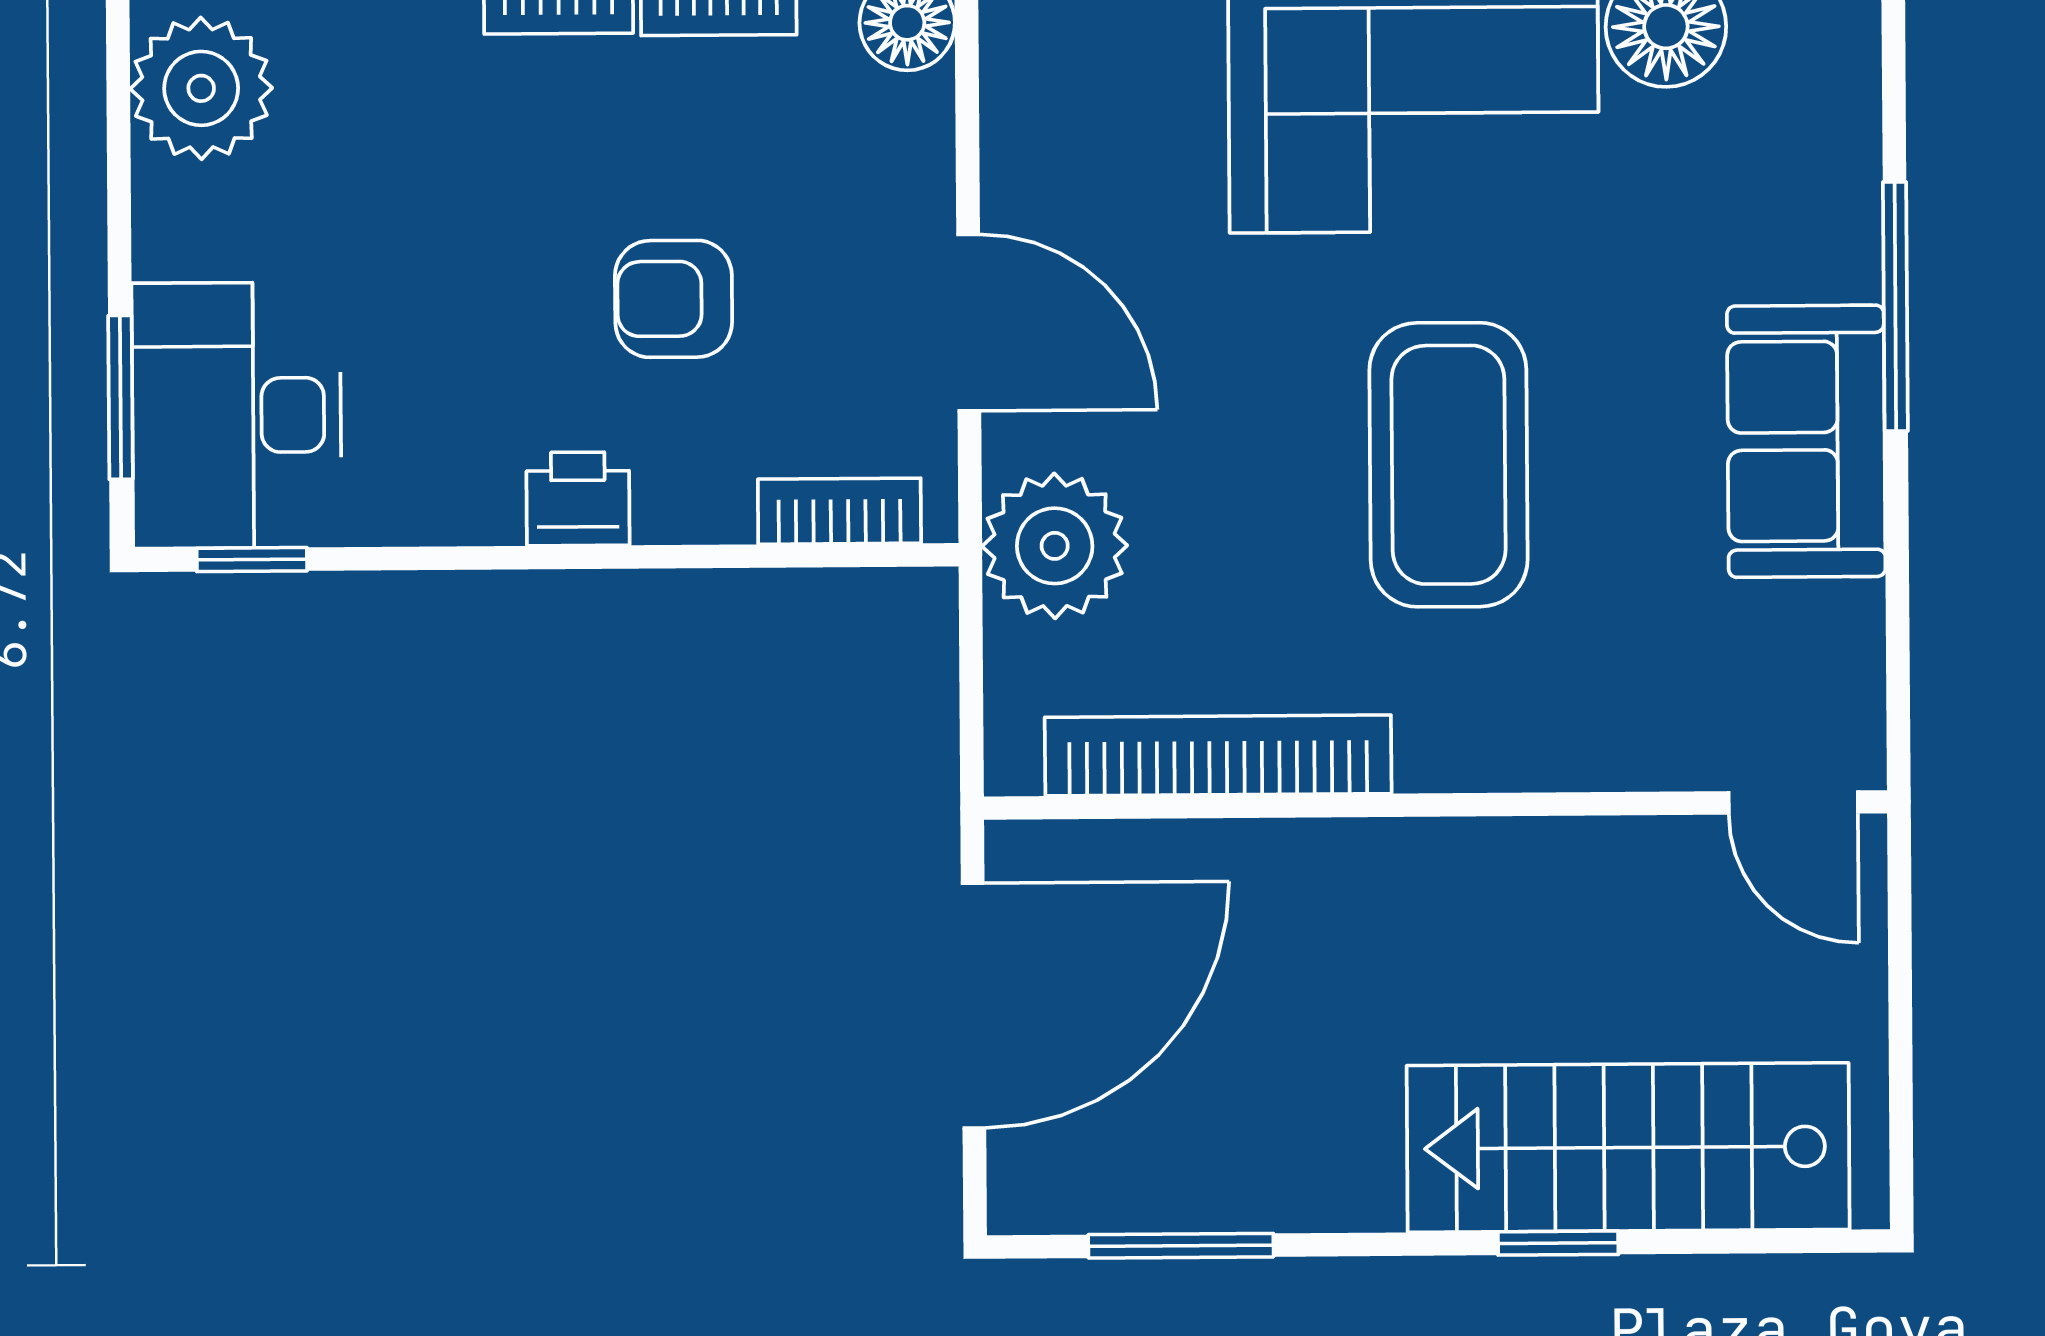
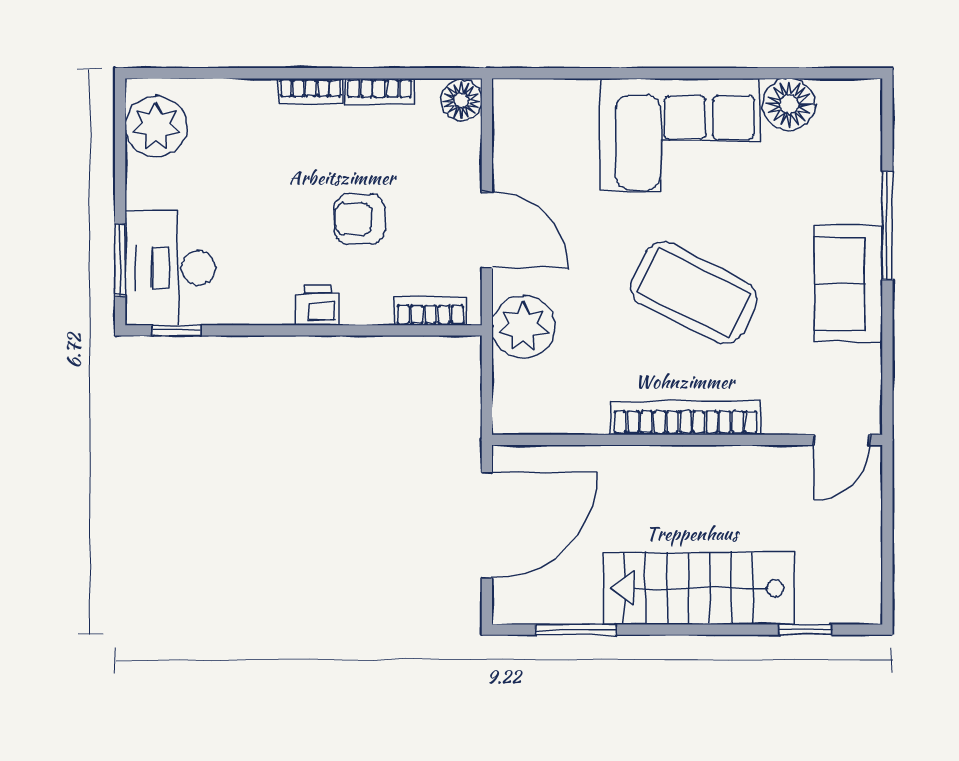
coffee table: (1448, 465) -> (694, 293), turned -63
bookcase: (1218, 755) -> (686, 418), moved
door: (1793, 802) -> (842, 440), hinge flipped
stairs: (1628, 1148) -> (699, 589), moved
window: (1558, 1243) -> (805, 630), moved

